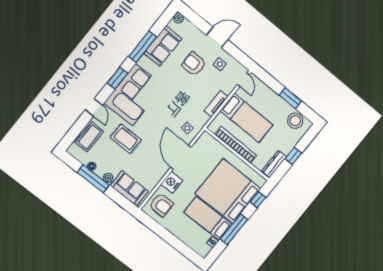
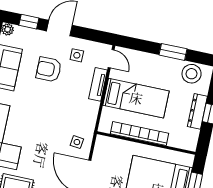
window: (197, 21) -> (29, 22), added
tv unit: (216, 104) -> (98, 84), moved
dresser: (274, 164) -> (197, 111), moved

